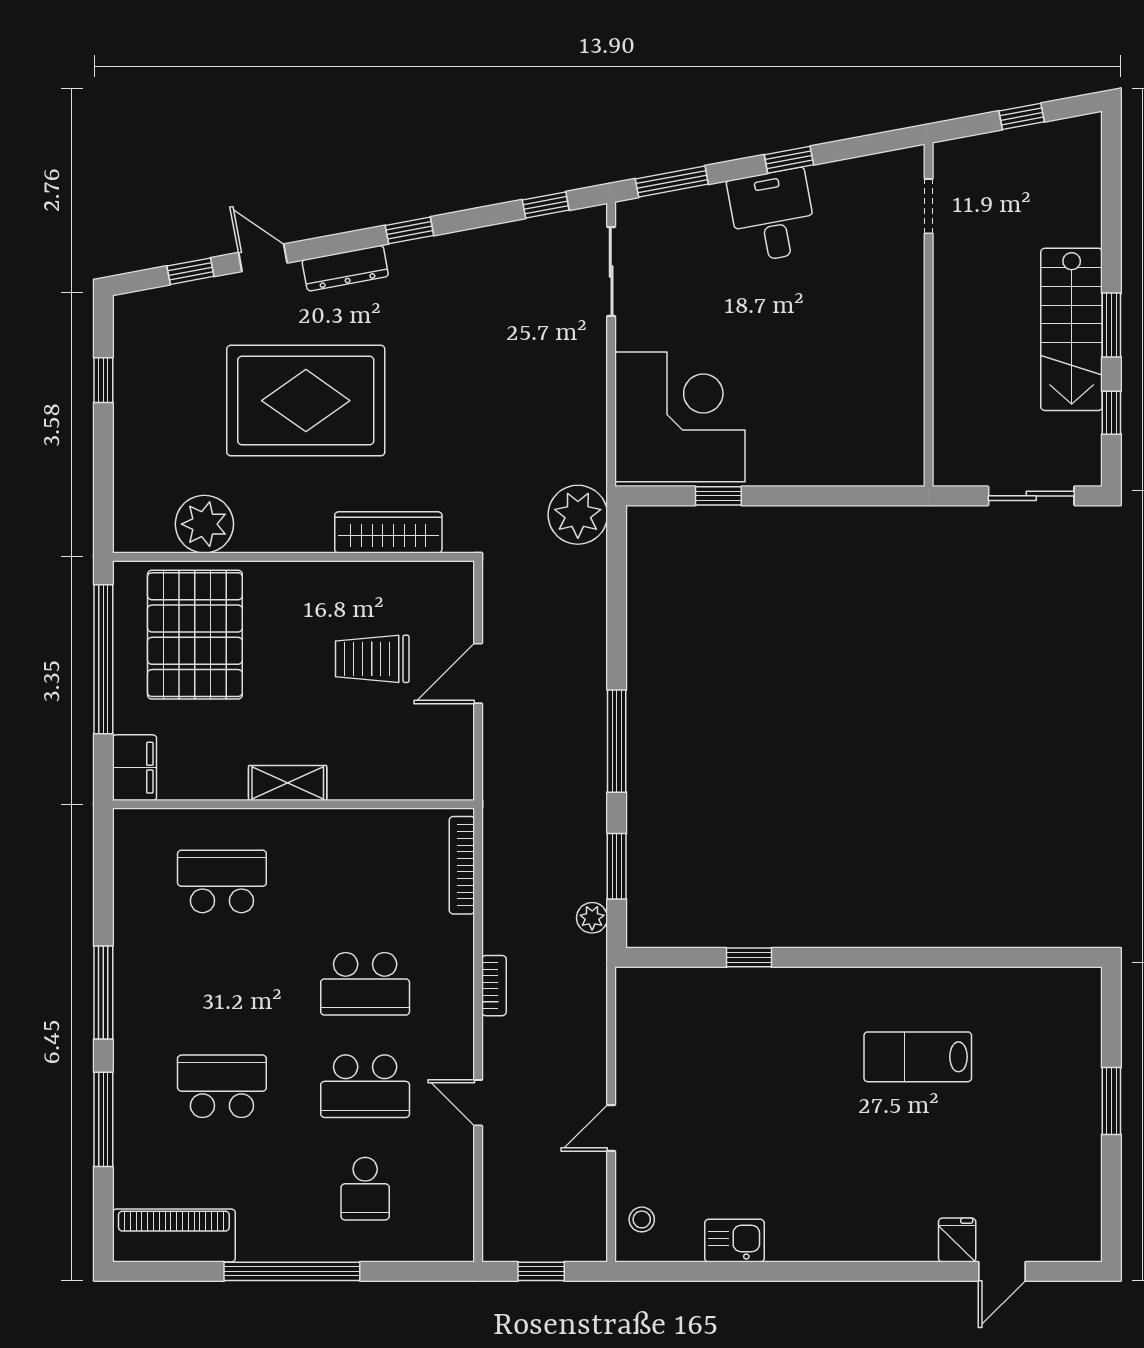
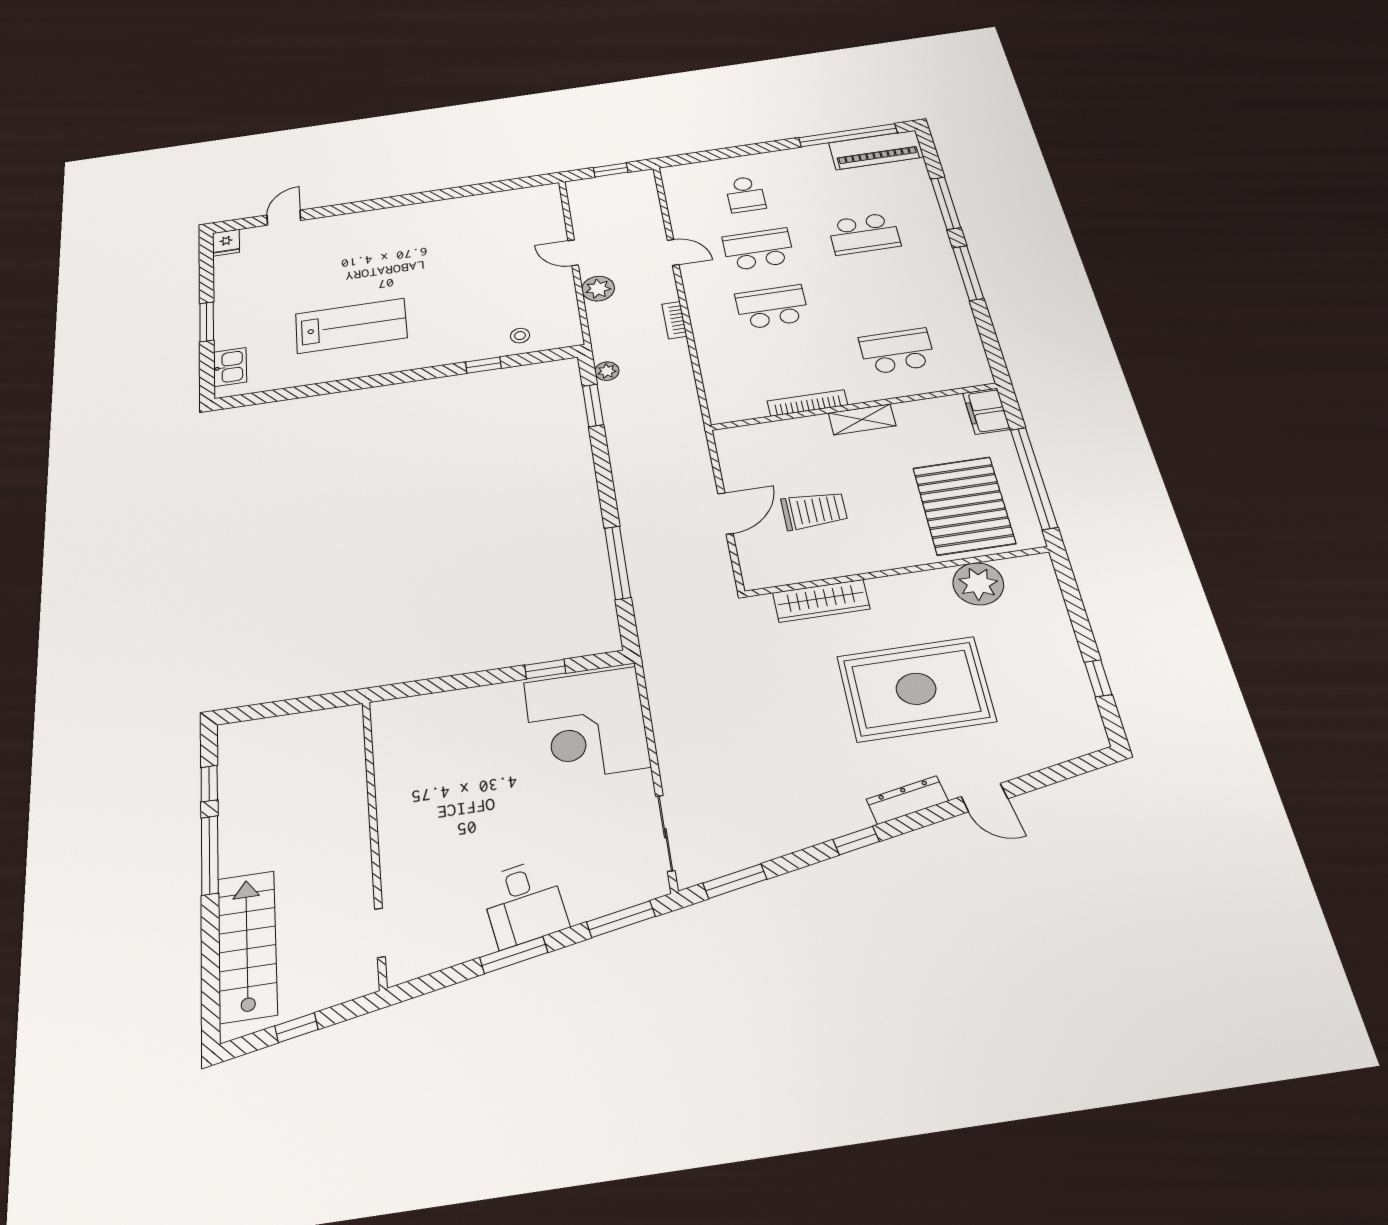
window: (789, 160) -> (514, 955), width x1.50
window: (546, 205) -> (735, 881), width x1.50
window: (190, 271) -> (1047, 777), removed
window: (1111, 325) -> (210, 855), width x1.44
stairs: (1072, 329) -> (247, 946), moved
sliding door: (1031, 496) -> (278, 709), removed
plant: (578, 515) -> (598, 289), moved, width x0.73, depth x0.73
window: (617, 741) -> (618, 562), moved
bookcase: (462, 865) -> (807, 403), moved, turned -90
school desk: (222, 881) -> (897, 351), turned 180
lab bench: (918, 1057) -> (351, 326), width x1.36, depth x1.39
door: (611, 1128) -> (573, 253), swing flipped
school desk: (365, 1189) -> (745, 194), turned 180
stool: (642, 1219) -> (520, 336), moved
fridge: (957, 1240) -> (226, 243), moved
kitchen sink: (734, 1241) -> (230, 367), moved, turned -90
window: (292, 1271) -> (848, 135), moved

